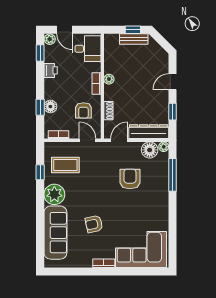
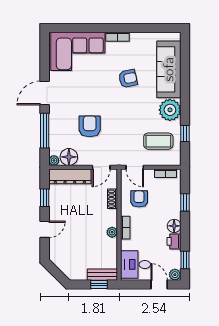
window: (133, 30) -> (99, 285), moved
bench: (134, 39) -> (102, 275), moved
floor lamp: (50, 107) -> (174, 226), moved
armchair: (130, 179) -> (90, 126), turned 180
door: (172, 210) -> (45, 93), added

